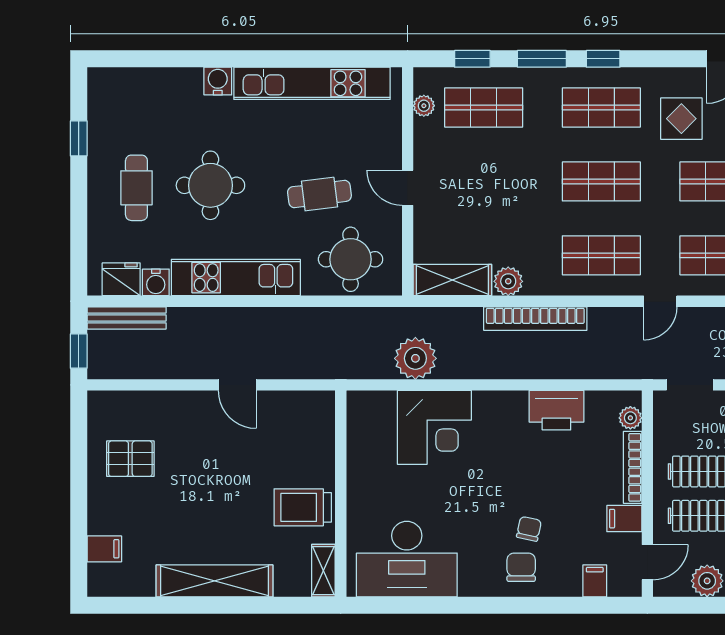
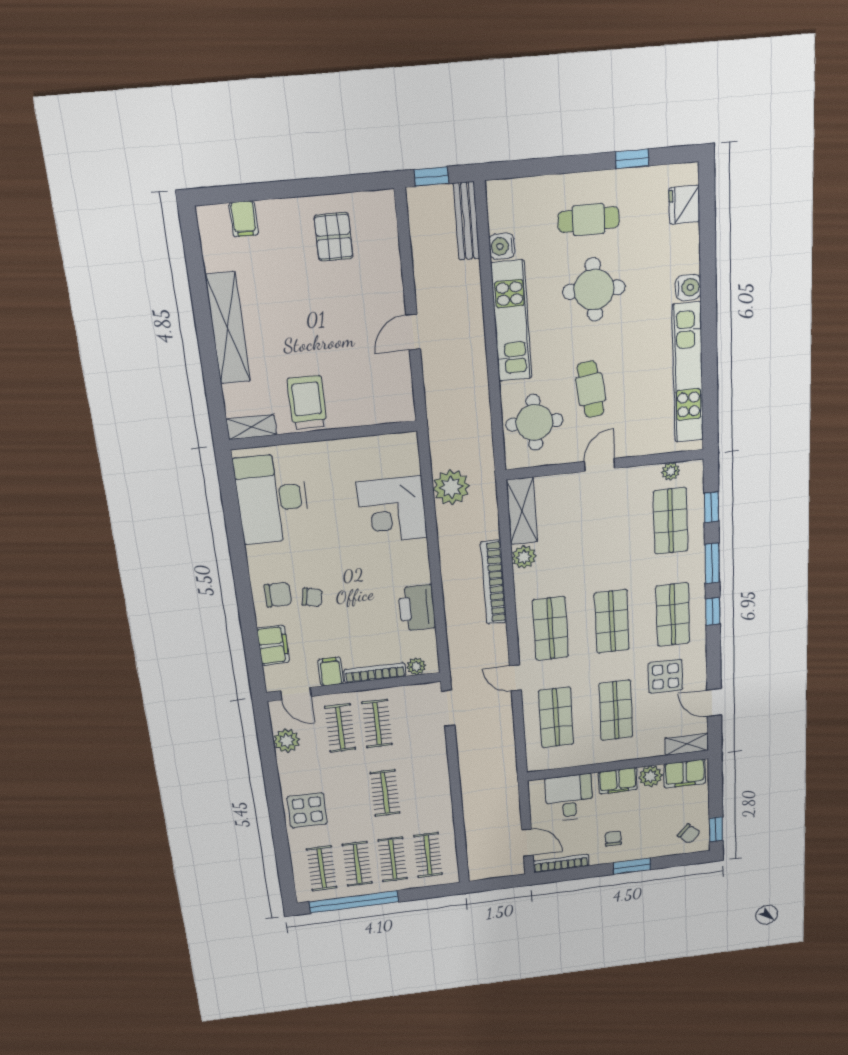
fridge: (121, 279) -> (684, 205), moved, turned 180
filing cabinet: (595, 581) -> (273, 645), width x2.00

